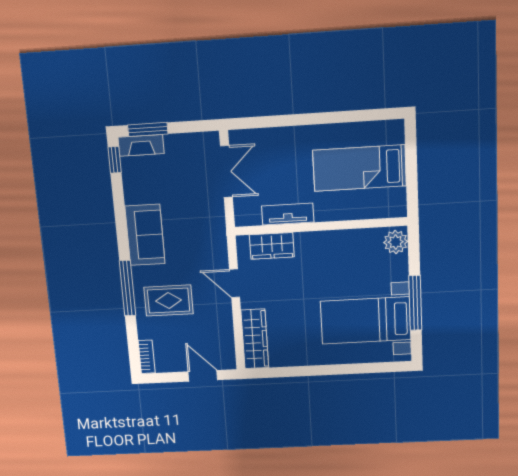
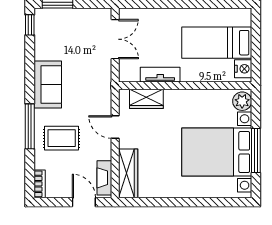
fireplace: (141, 145) -> (104, 178), moved, turned 90
nightstand: (396, 200) -> (243, 69), added
bed with nightstands: (366, 320) -> (217, 152), width x1.36

